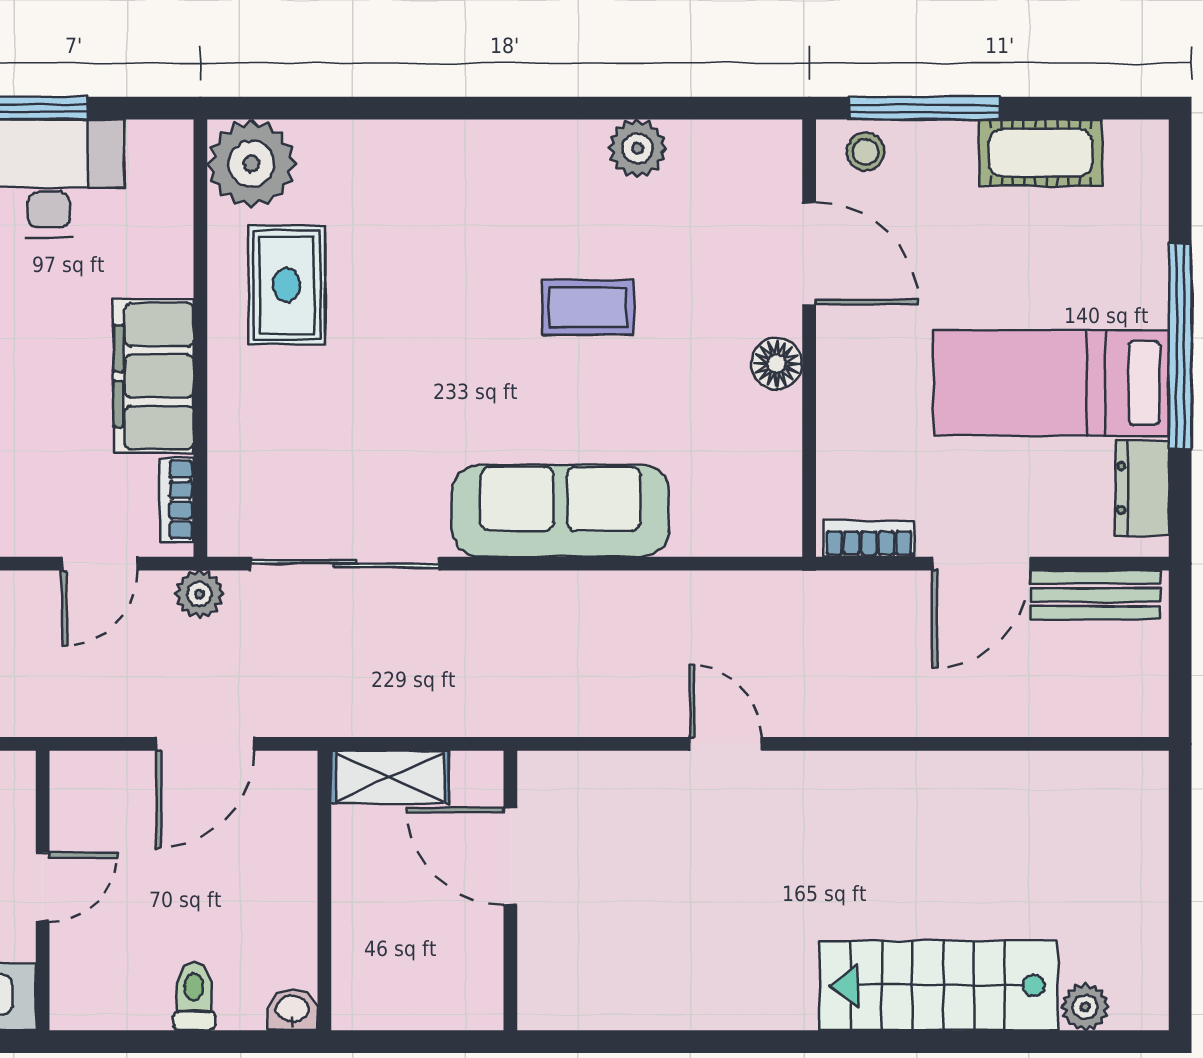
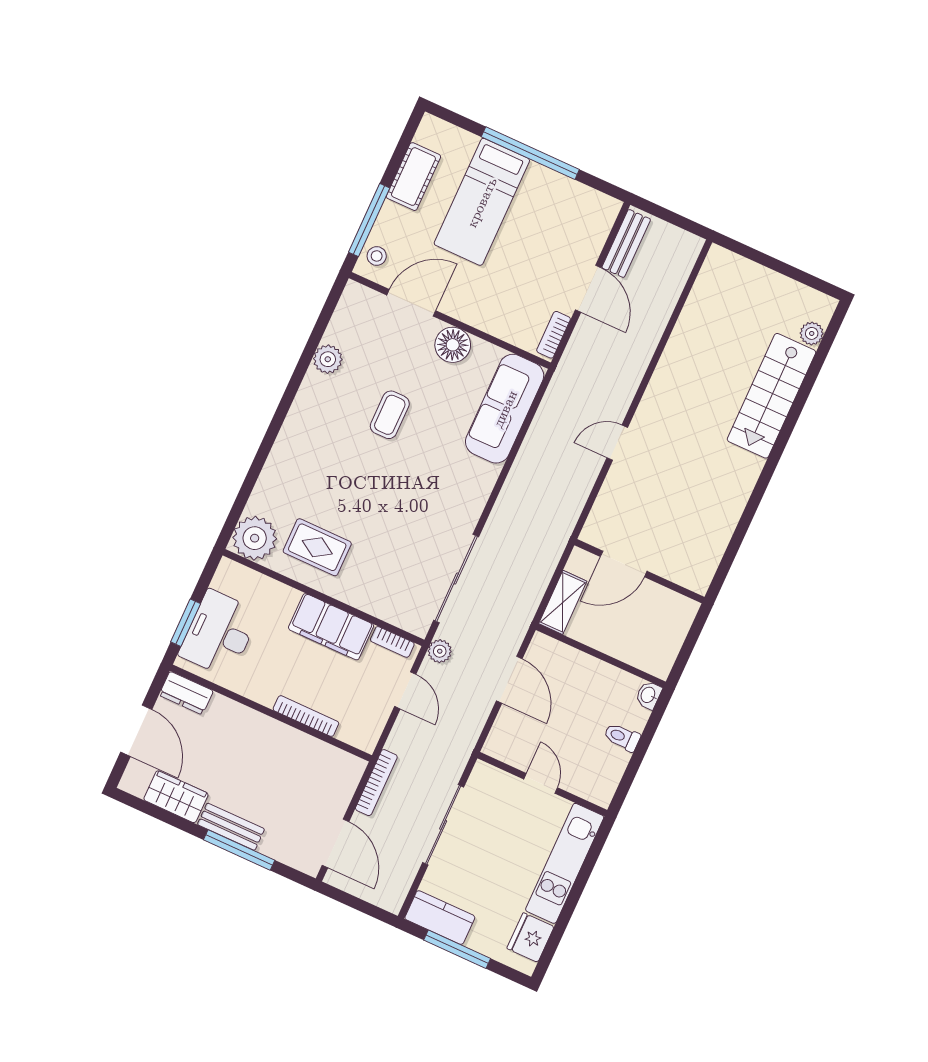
floor lamp: (777, 364) -> (453, 345), width x1.38, depth x1.38
bed: (1051, 383) -> (482, 202), moved
dresser: (1142, 488) -> (587, 200), removed
sofa: (560, 511) -> (505, 409), moved

